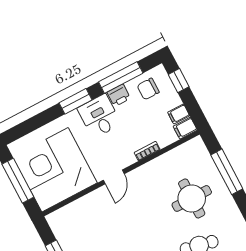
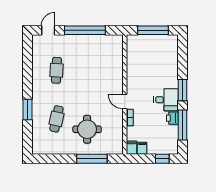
chair: (148, 89) -> (167, 138), removed
corner desk: (55, 170) -> (148, 56), removed
door: (114, 177) -> (125, 102), moved

